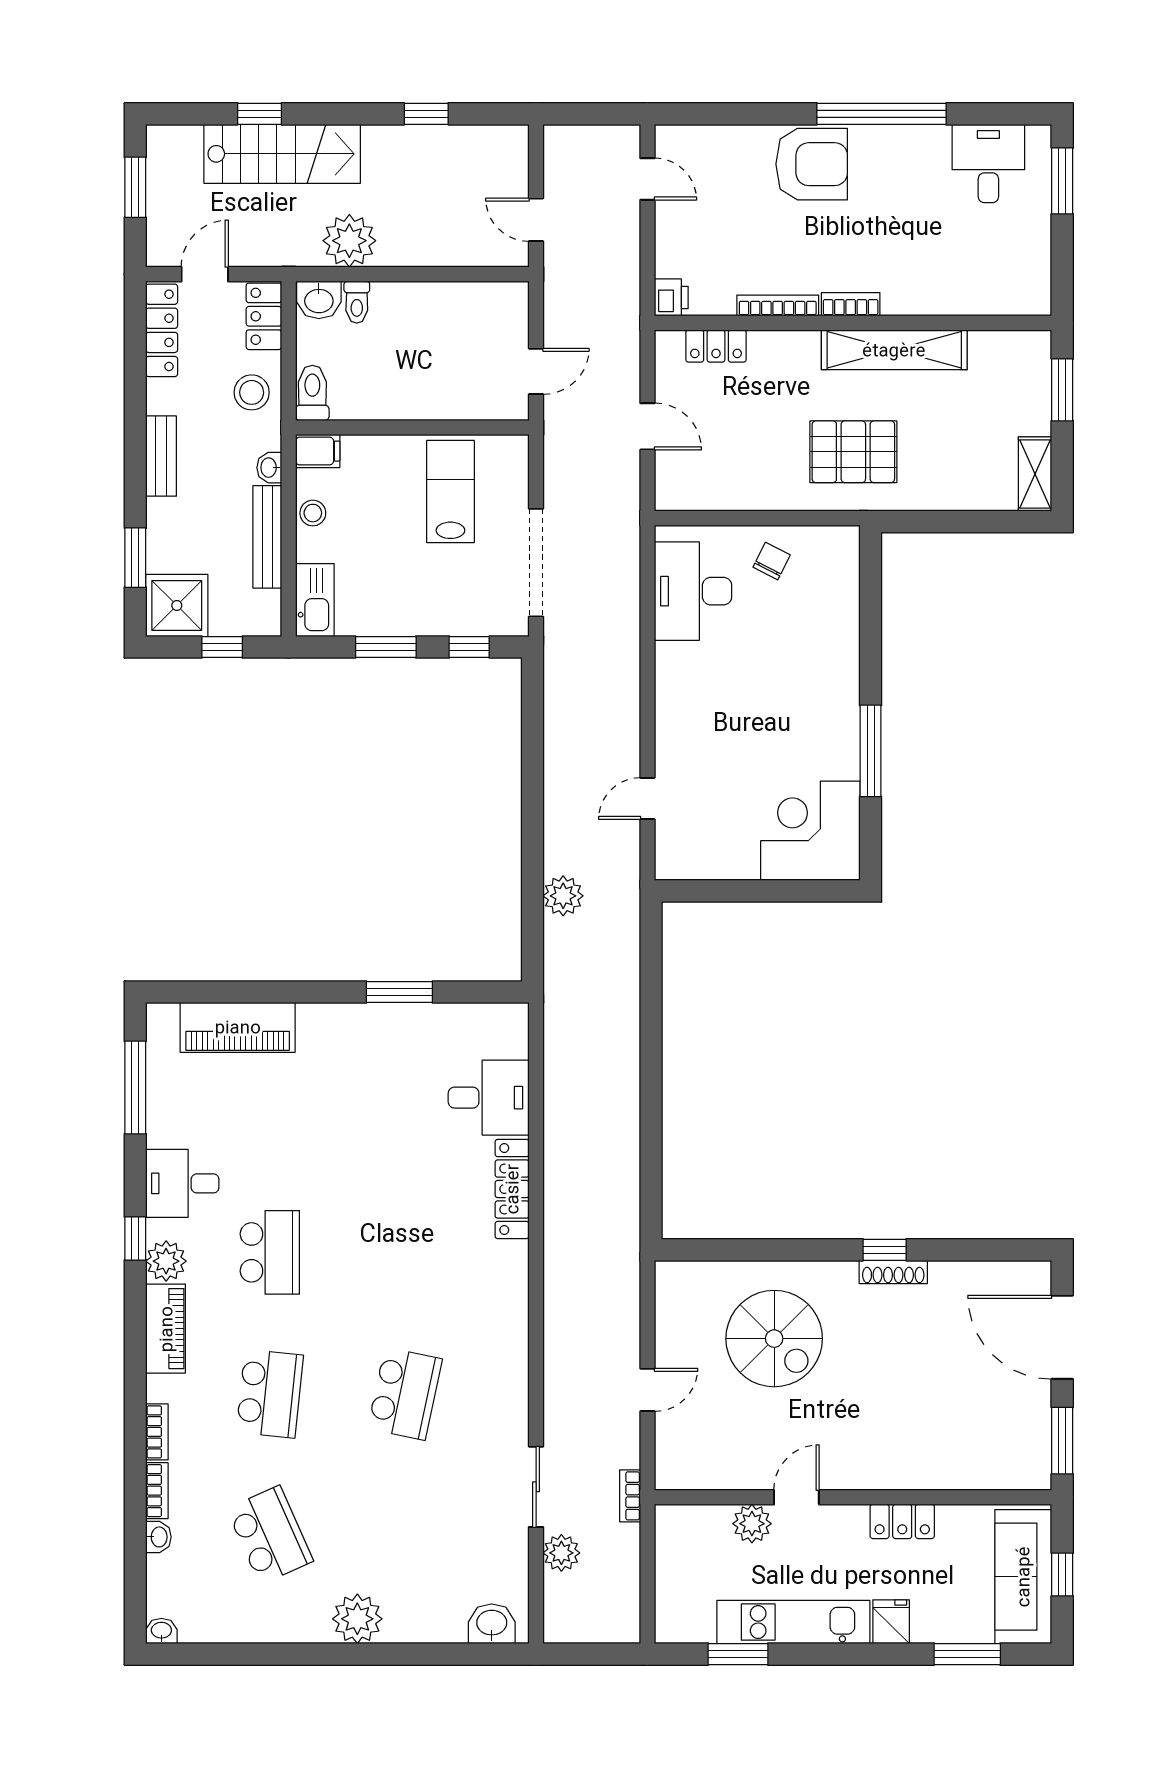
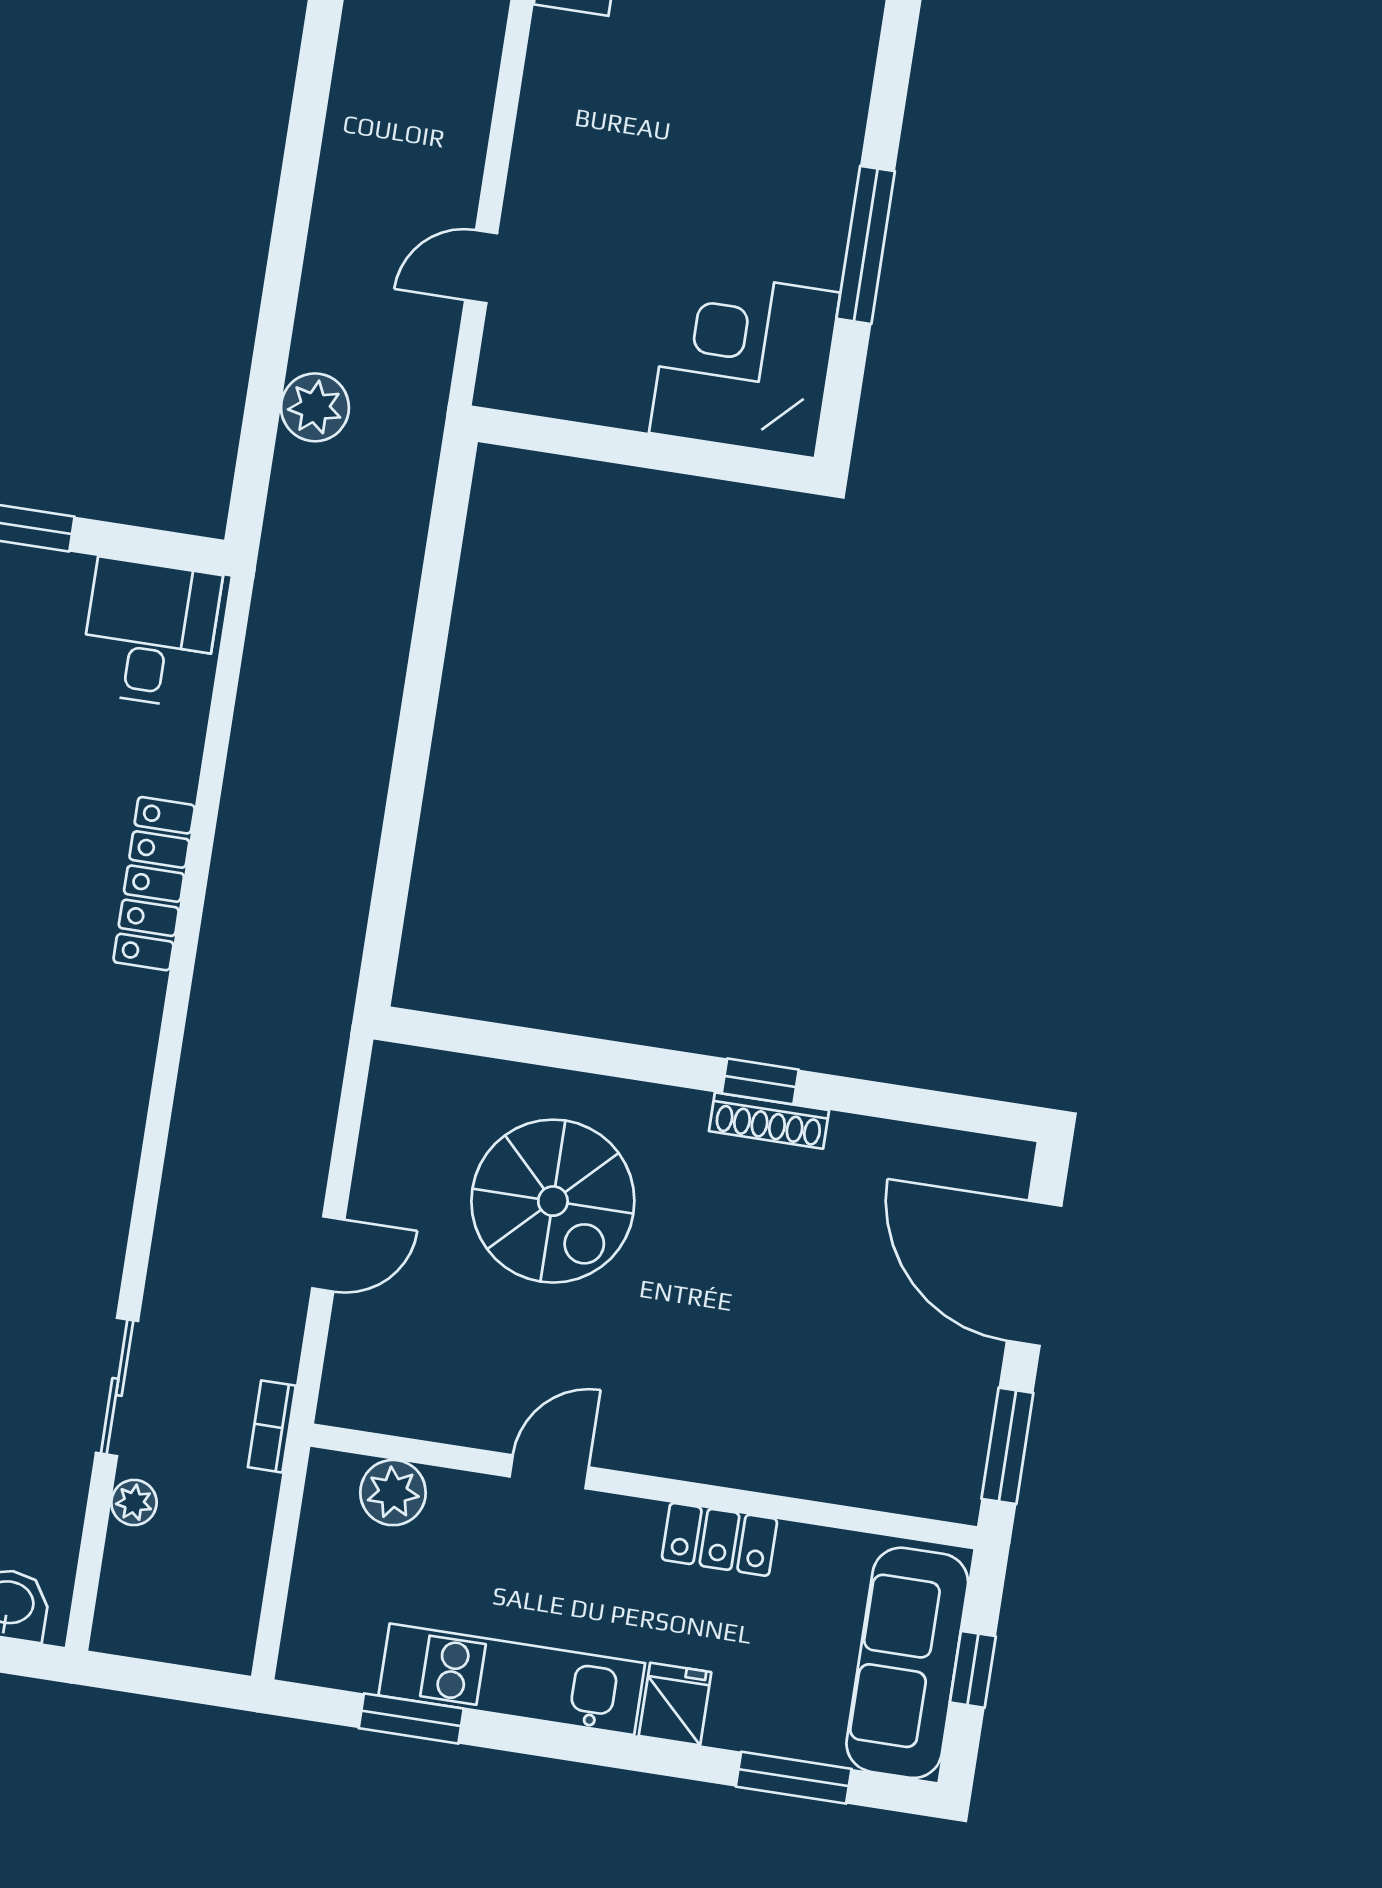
desk: (489, 1098) -> (150, 633), moved, turned -90
plant: (752, 1524) -> (393, 1493), moved
plant: (561, 1553) -> (134, 1502), width x0.73, depth x0.73

